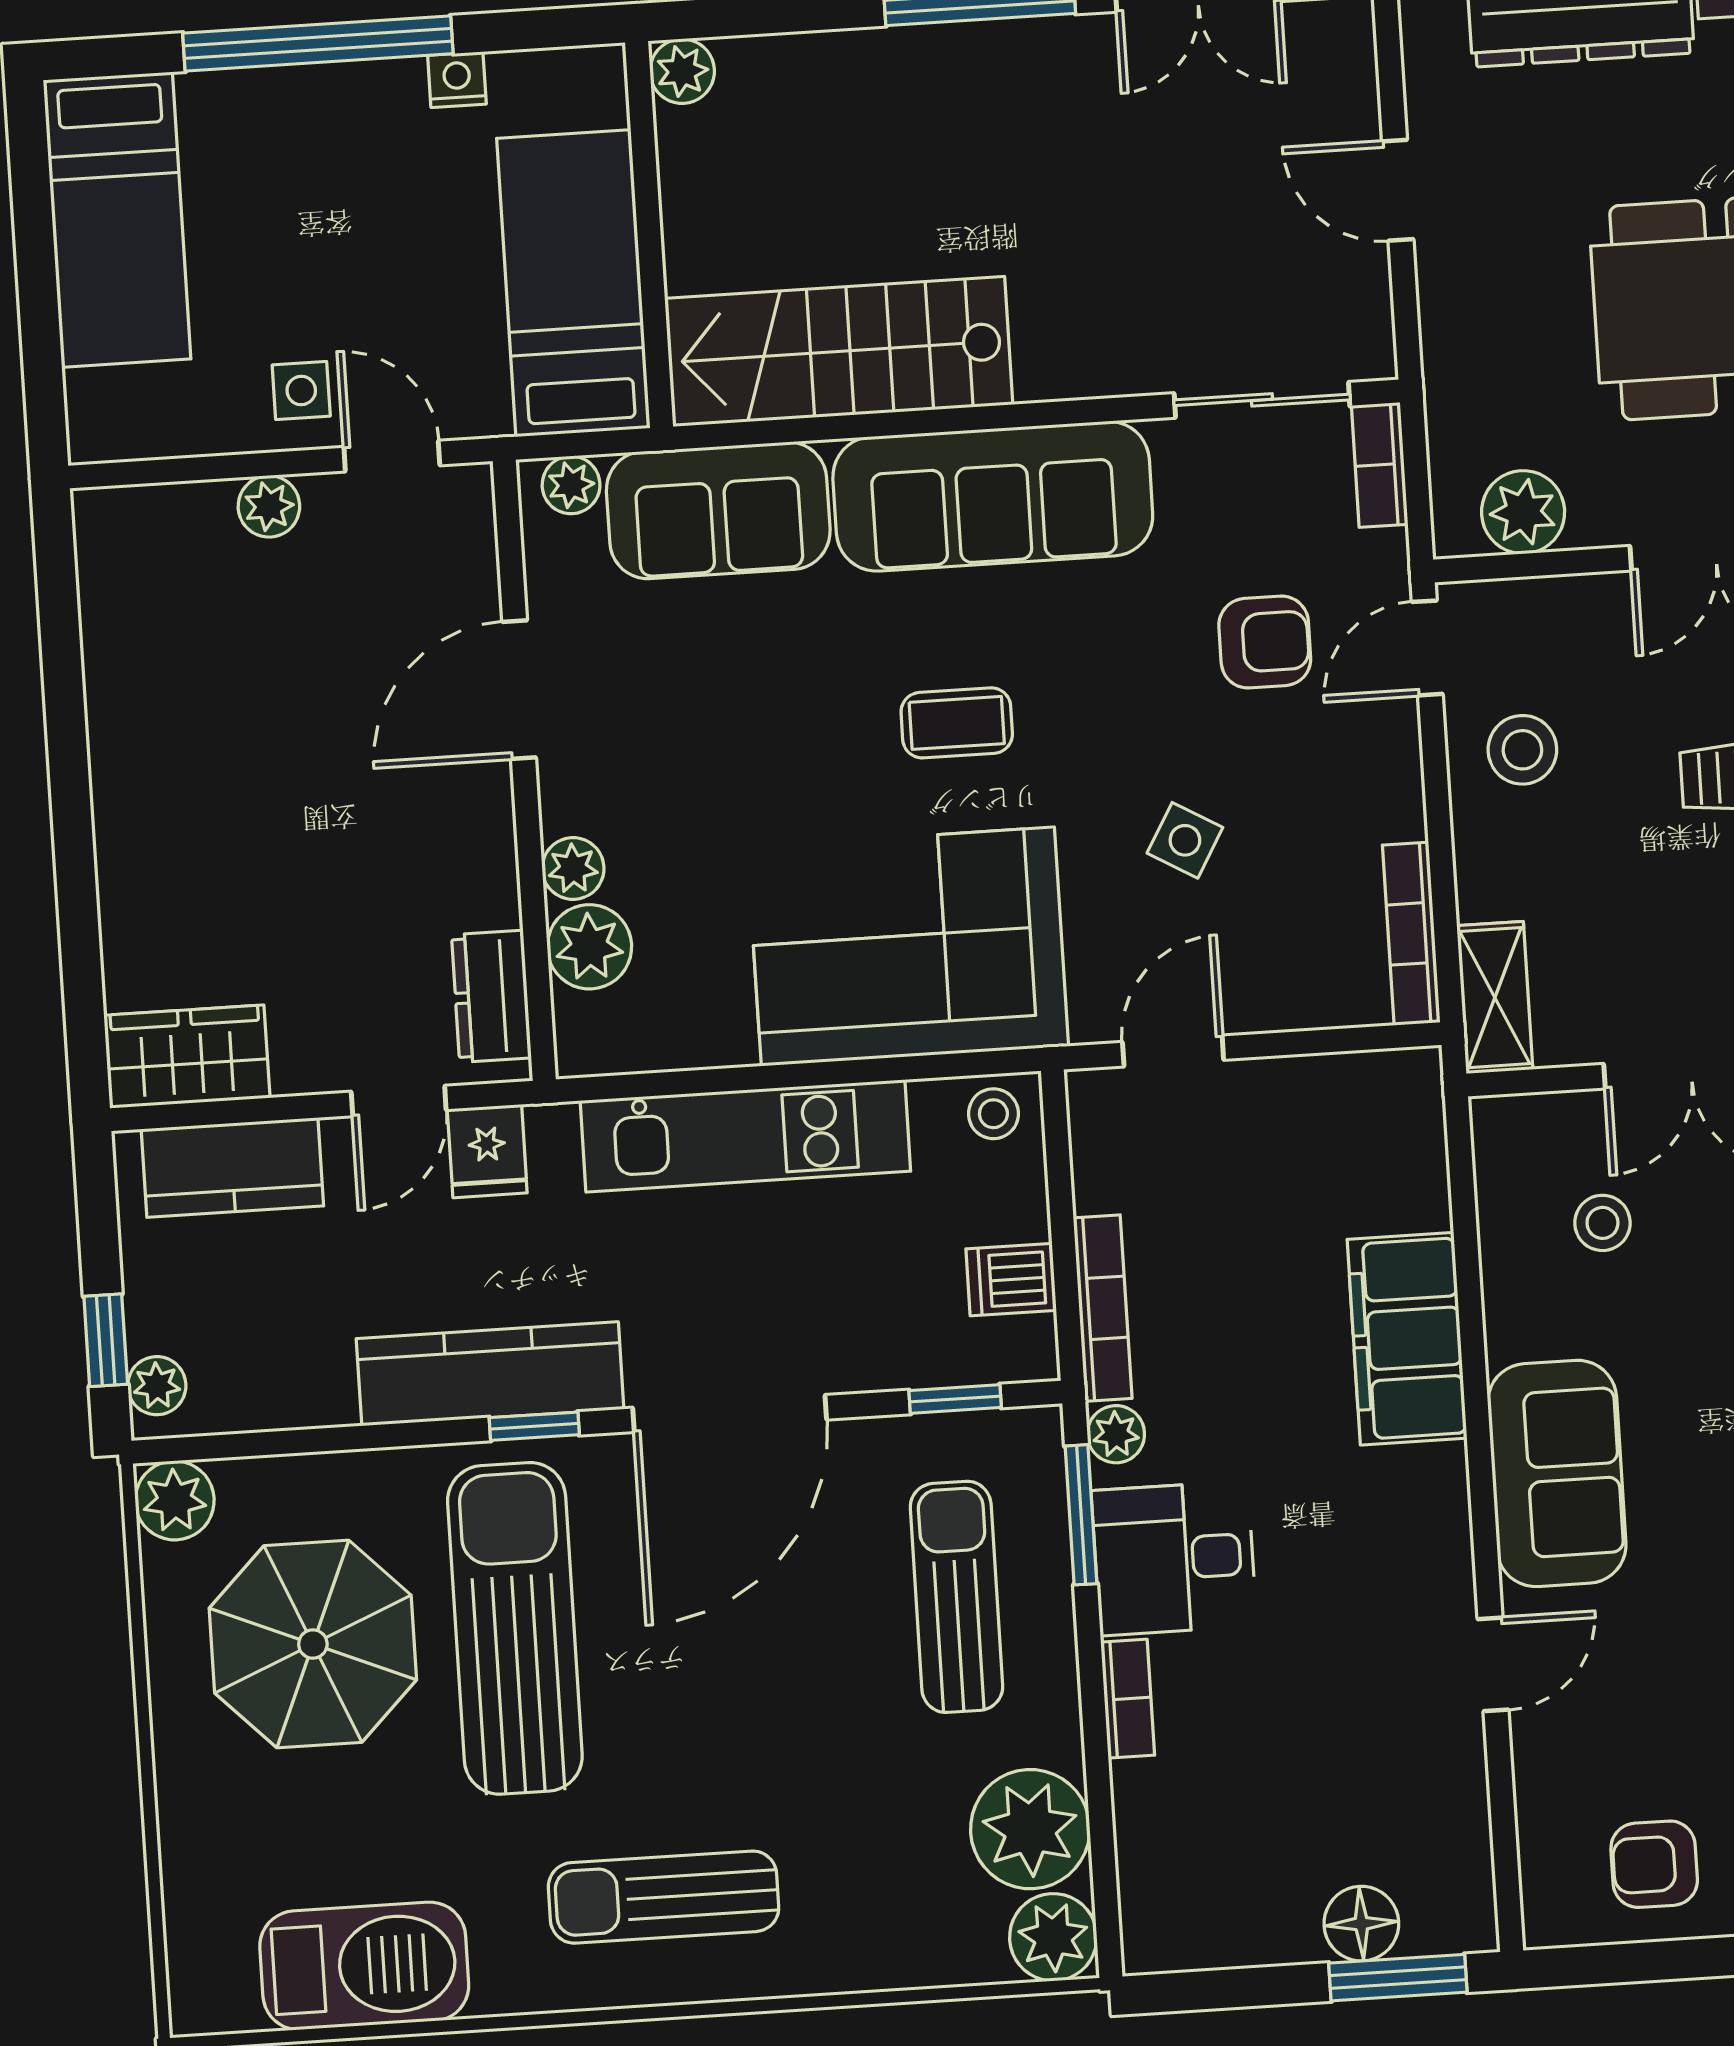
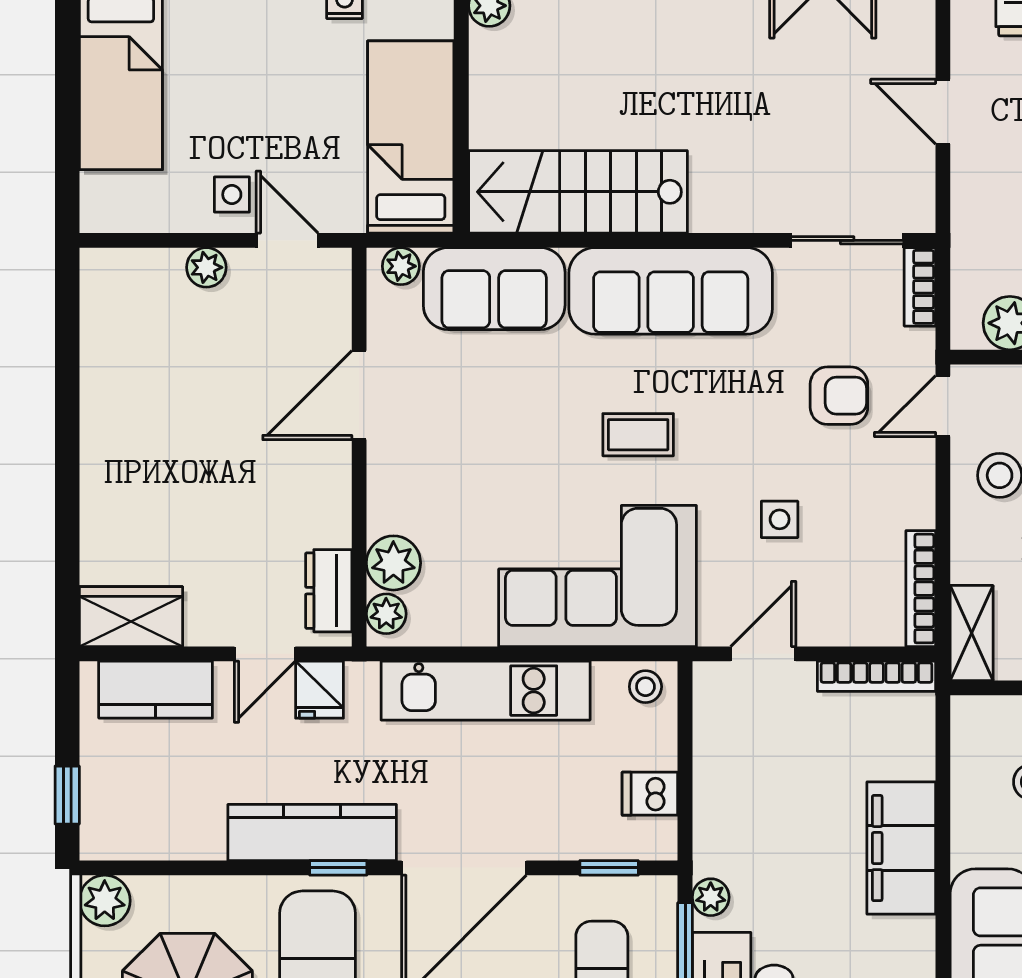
side table: (1185, 840) -> (780, 519), turned -30
plant: (573, 868) -> (386, 614), moved
bookcase: (1103, 1308) -> (876, 676), moved, turned 90
plant: (157, 1386) -> (98, 826), removed

